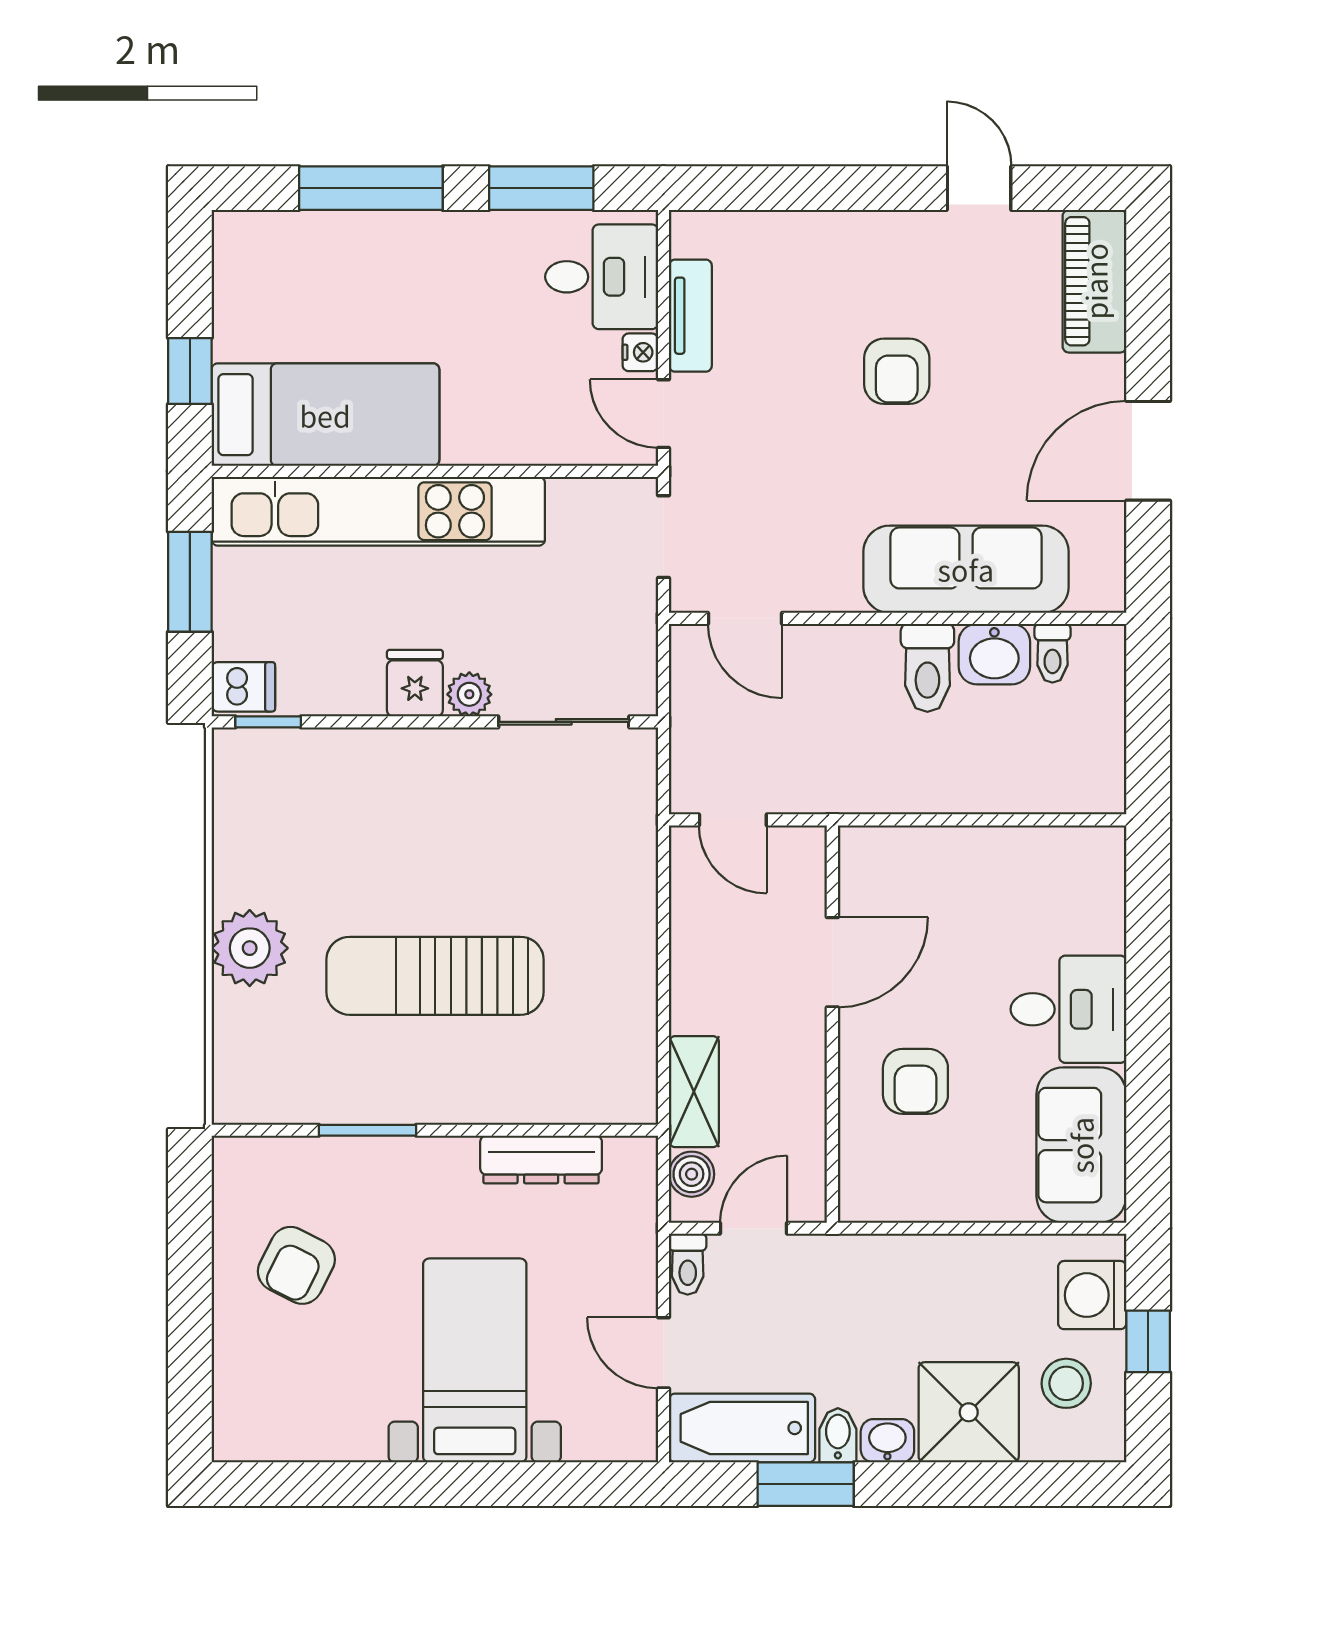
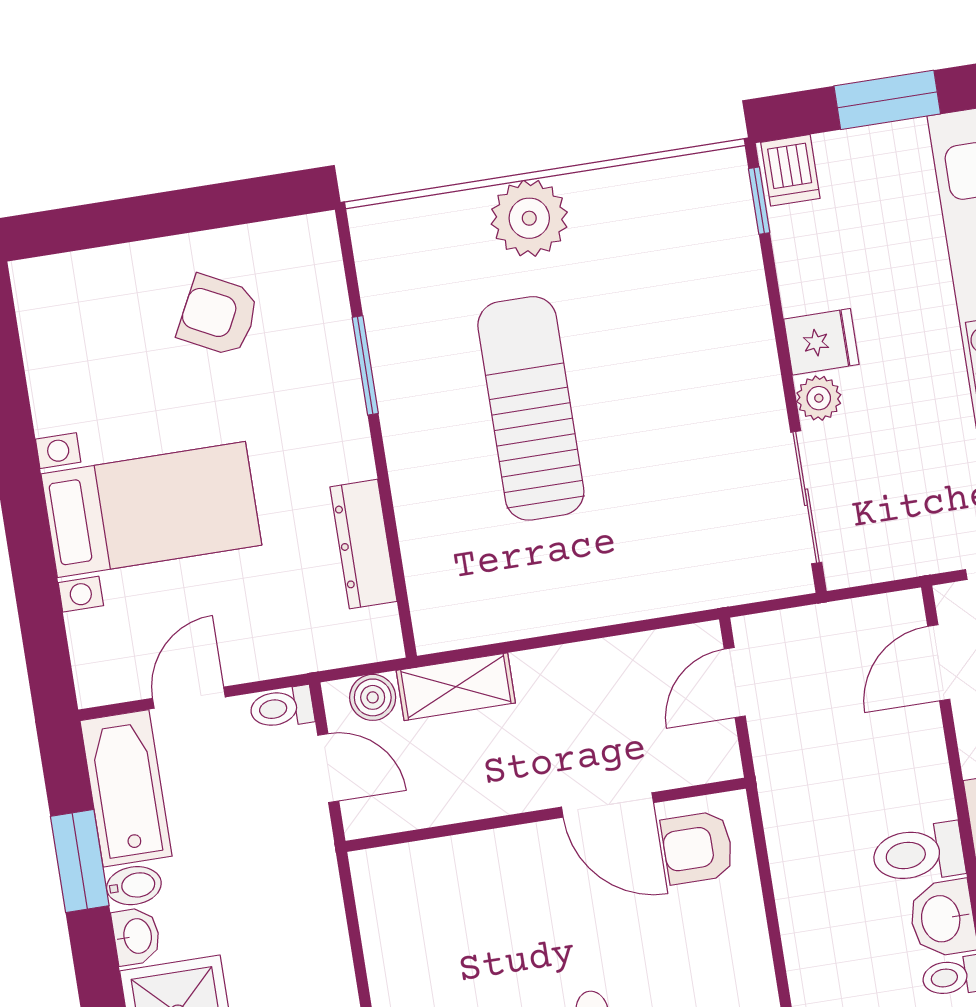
armchair: (915, 1081) -> (698, 848), moved

